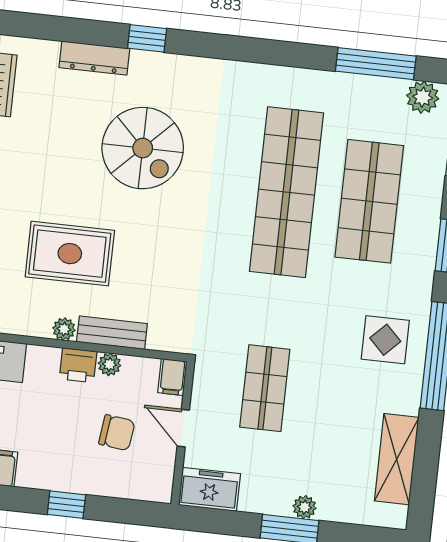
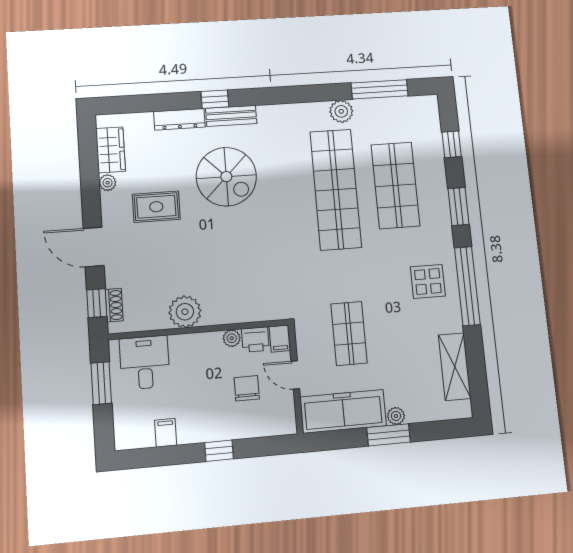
plant: (423, 97) -> (341, 111), moved
rug: (70, 254) -> (156, 207), moved, width x0.73, depth x0.70
plant: (64, 329) -> (185, 312), width x1.87, depth x1.87
bench: (112, 333) -> (231, 116), moved
printer: (78, 365) -> (255, 339), moved
chair: (117, 433) -> (247, 388), turned -97
freezer: (209, 489) -> (343, 411), width x1.91, depth x1.26

